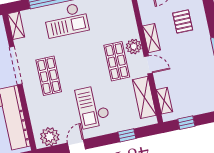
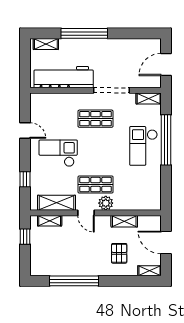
pallet: (183, 21) -> (119, 253), turned 90
shelving: (151, 38) -> (124, 221), moved
door: (148, 65) -> (86, 213), hinge flipped
plant: (50, 137) -> (39, 107), removed

